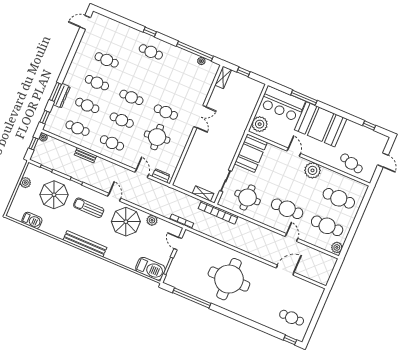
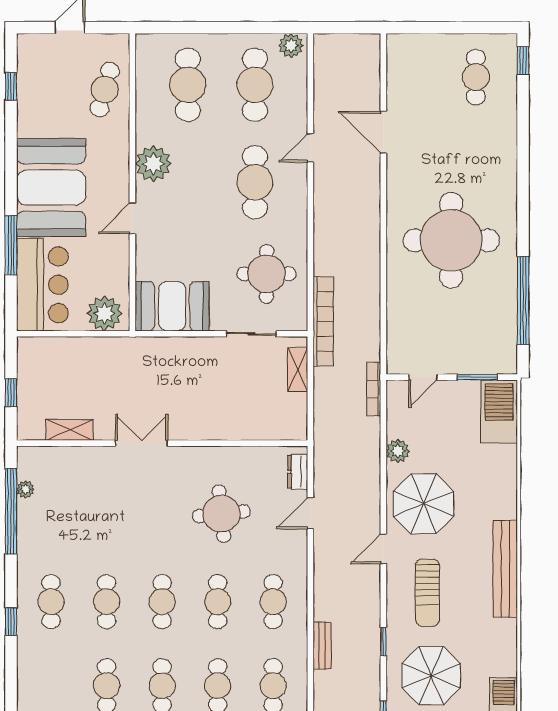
shelving: (223, 77) -> (70, 430), moved
cafe table: (166, 112) -> (107, 602), moved

